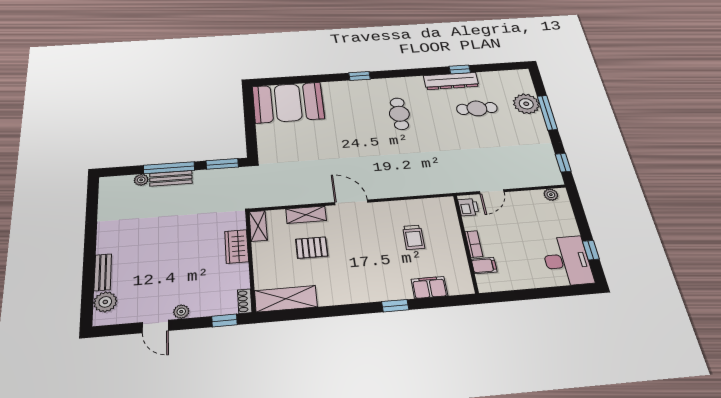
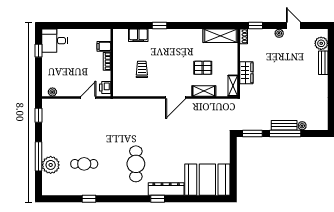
dresser: (451, 81) -> (166, 189), moved
cafe table: (399, 114) -> (136, 164), width x1.37, depth x1.35
door: (351, 202) -> (176, 97), hinge flipped
desk: (567, 261) -> (55, 41), width x0.73

